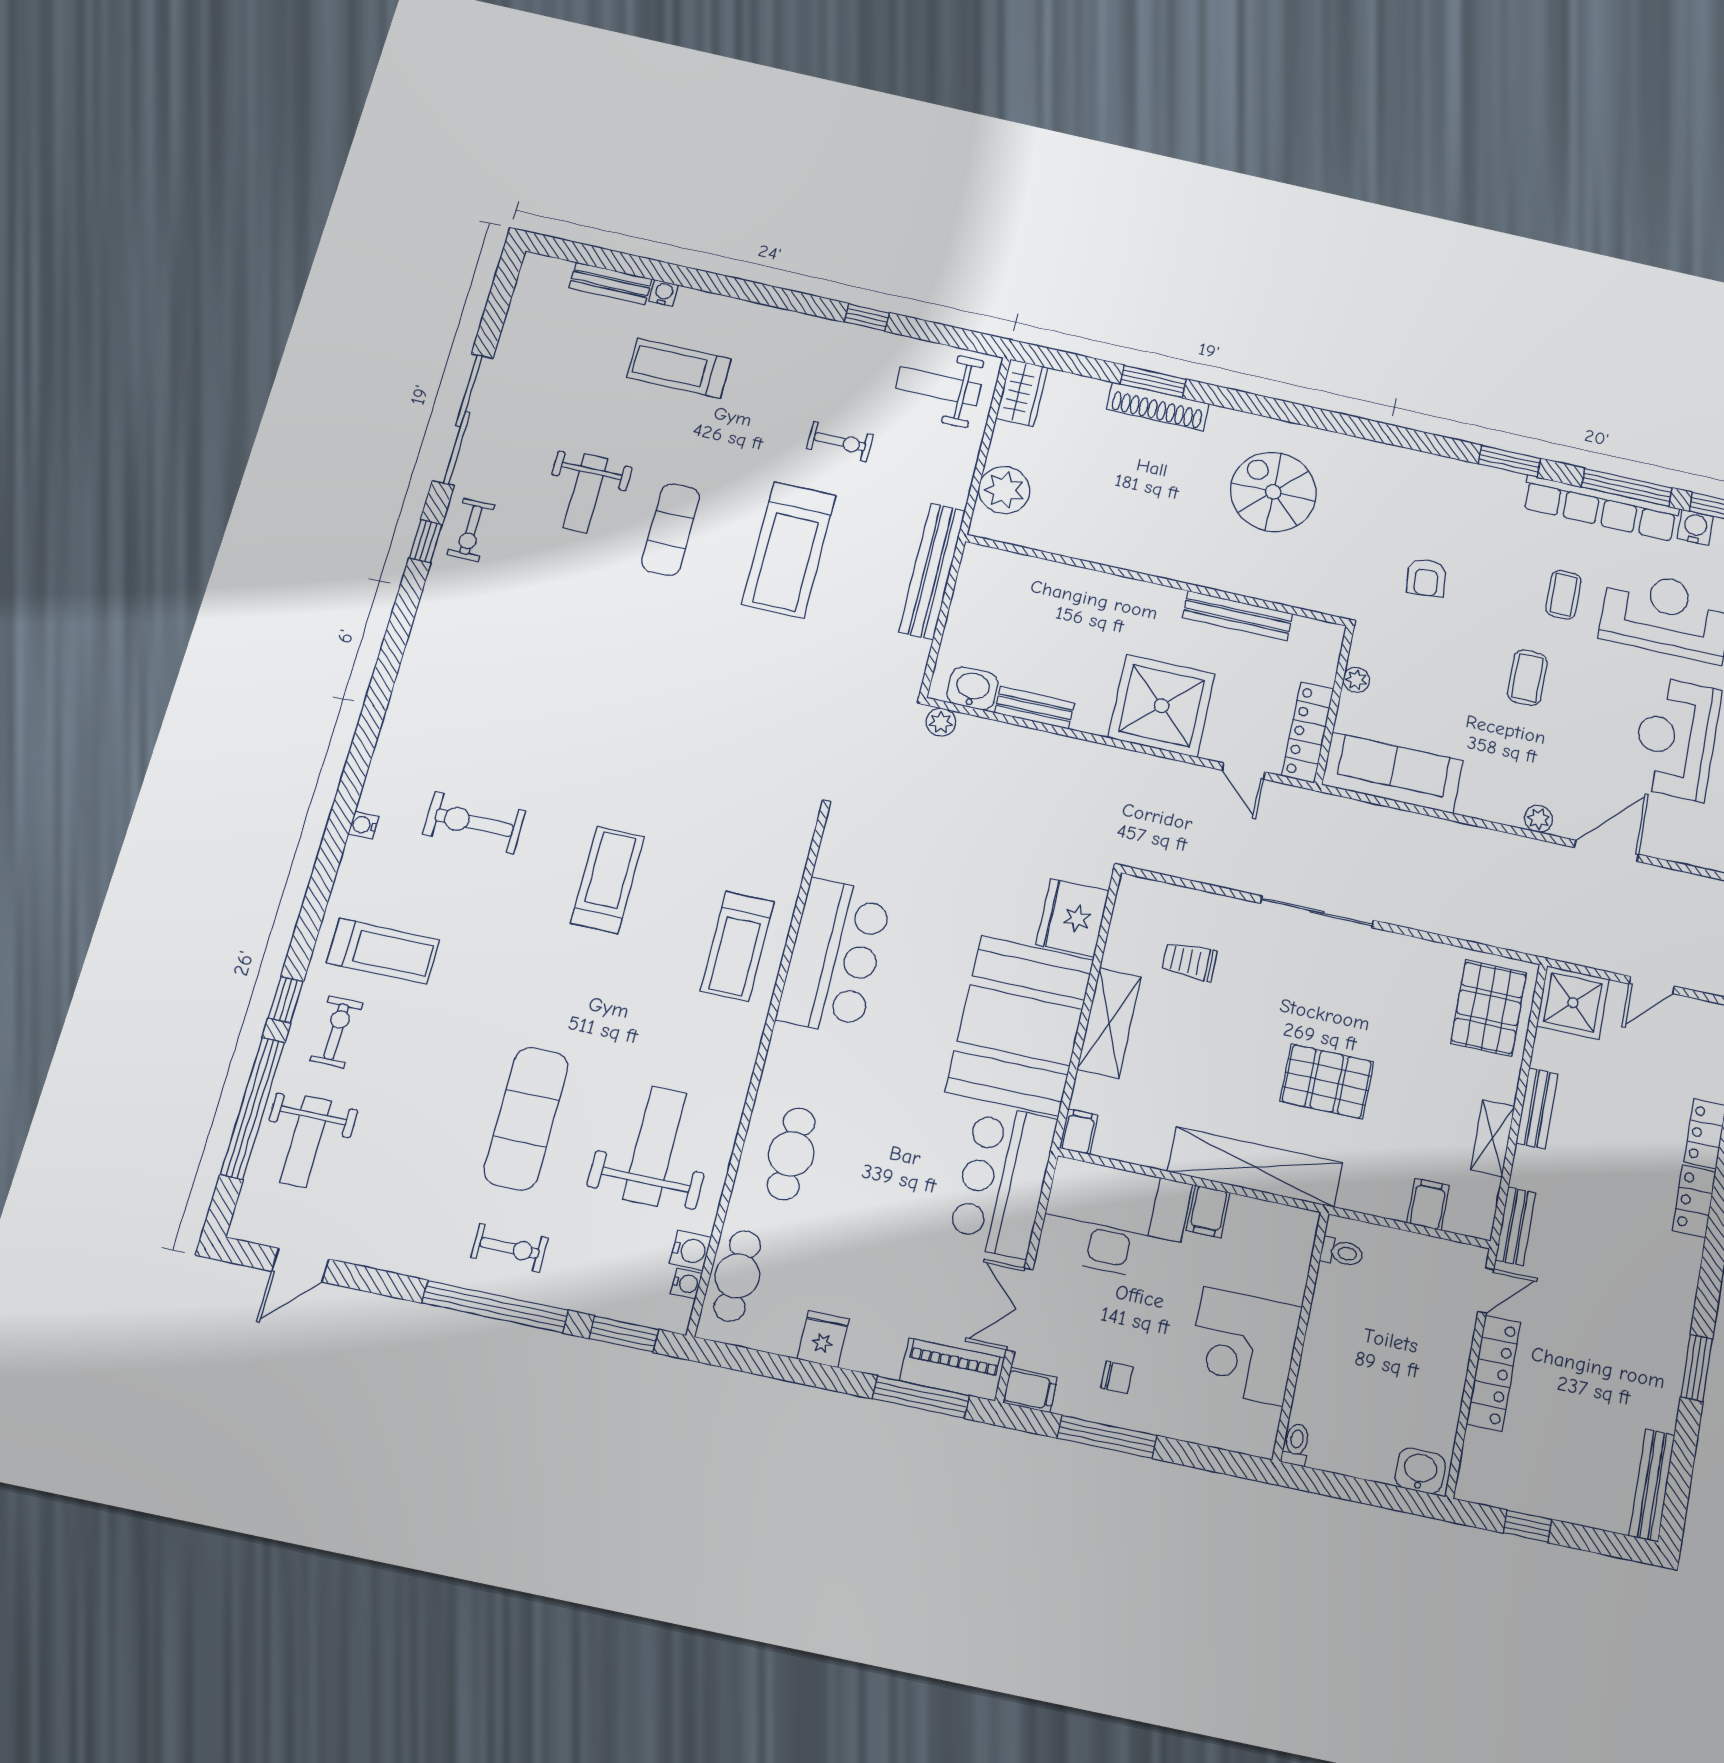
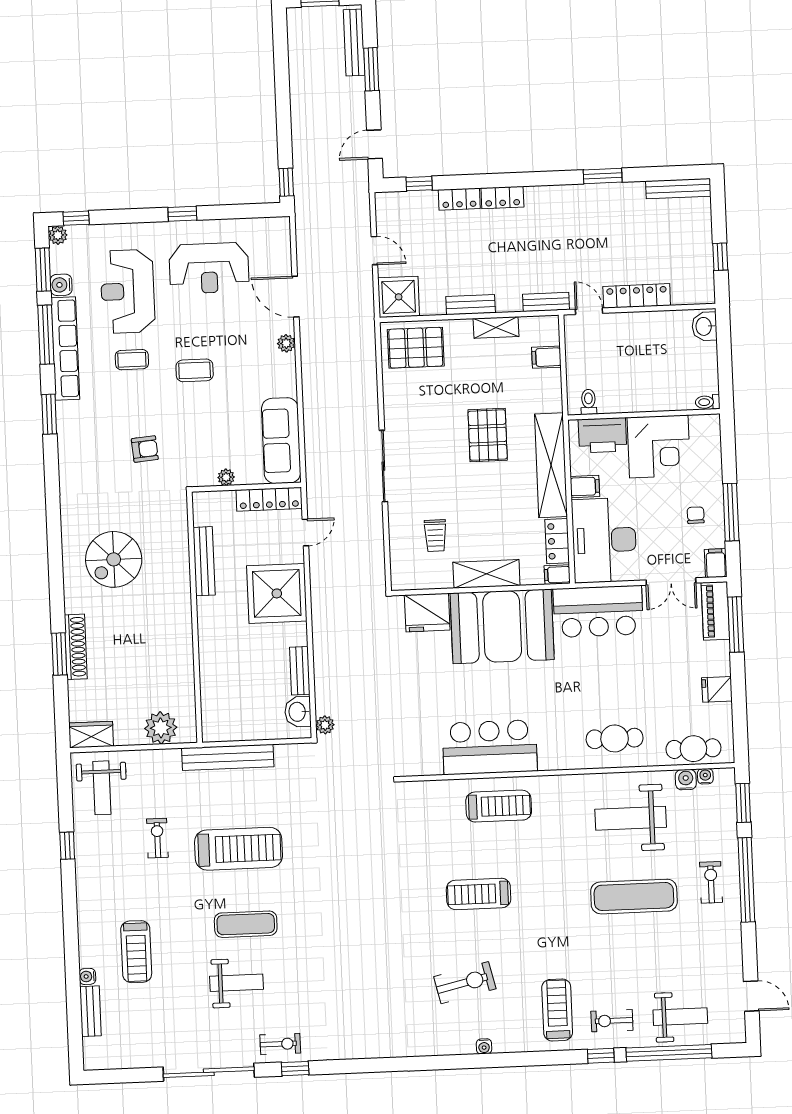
exercise bike: (474, 823) -> (465, 983), turned -103
locker: (1132, 1145) -> (557, 541), added
printer: (1283, 1261) -> (602, 435), added

